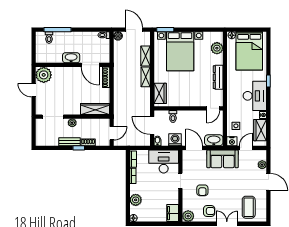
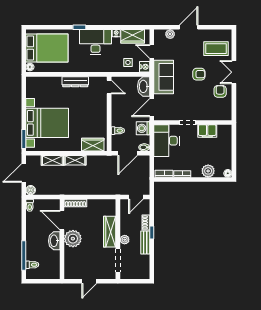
plant: (217, 48) -> (44, 83), removed
door: (90, 65) -> (62, 220), swing flipped
plant: (44, 75) -> (73, 239), moved
wardrobe: (95, 109) -> (110, 232), moved
door: (112, 133) -> (136, 197), swing flipped
armchair: (202, 190) -> (199, 74), moved
filing cabinet: (173, 213) -> (207, 131), moved
plant: (188, 216) -> (226, 114), removed

